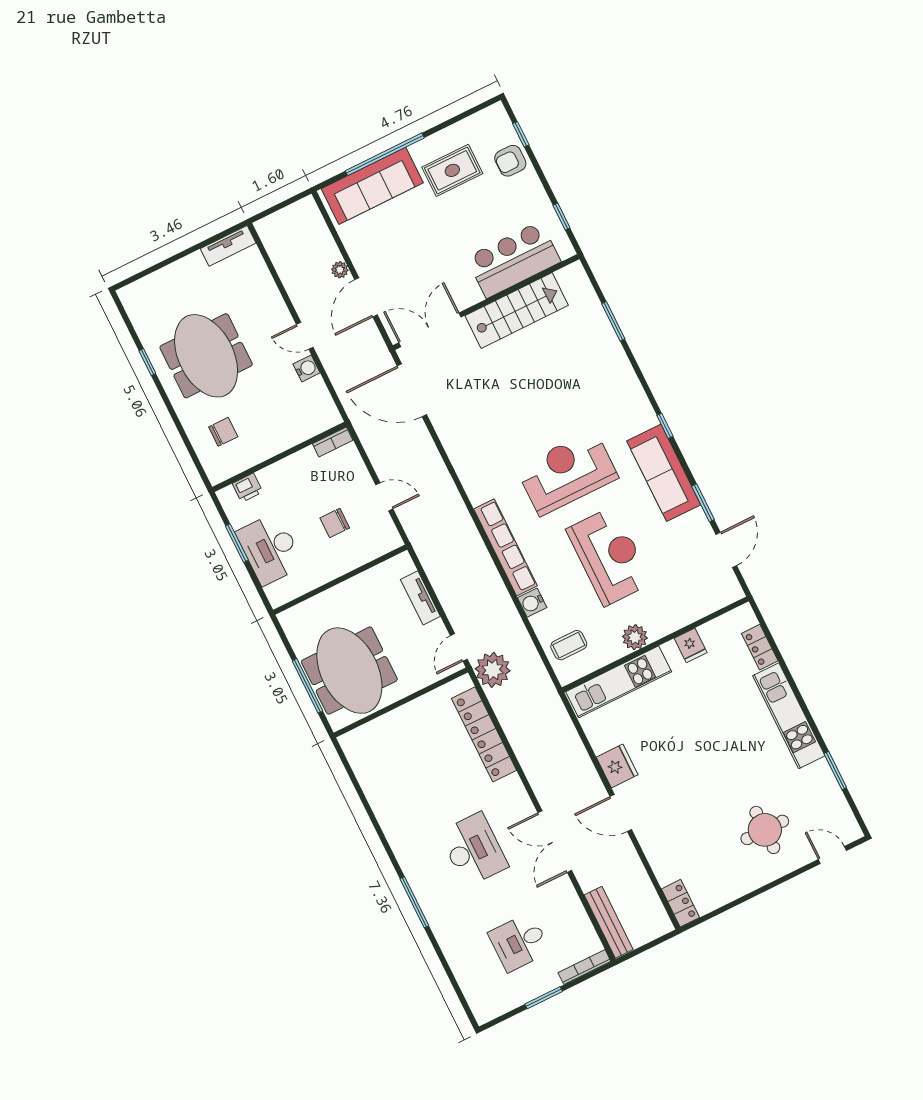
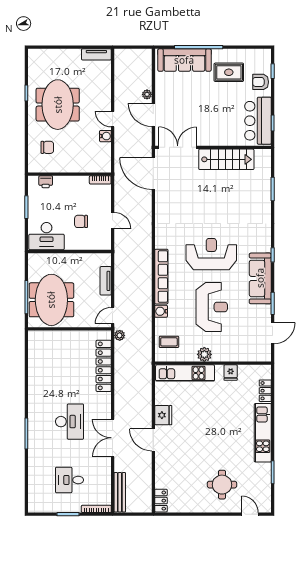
bar counter: (513, 260) -> (258, 121), moved, turned -90
door: (366, 297) -> (153, 115), hinge flipped
desk: (270, 549) -> (47, 236), moved, turned -90
plant: (493, 670) -> (120, 335), width x0.53, depth x0.53

